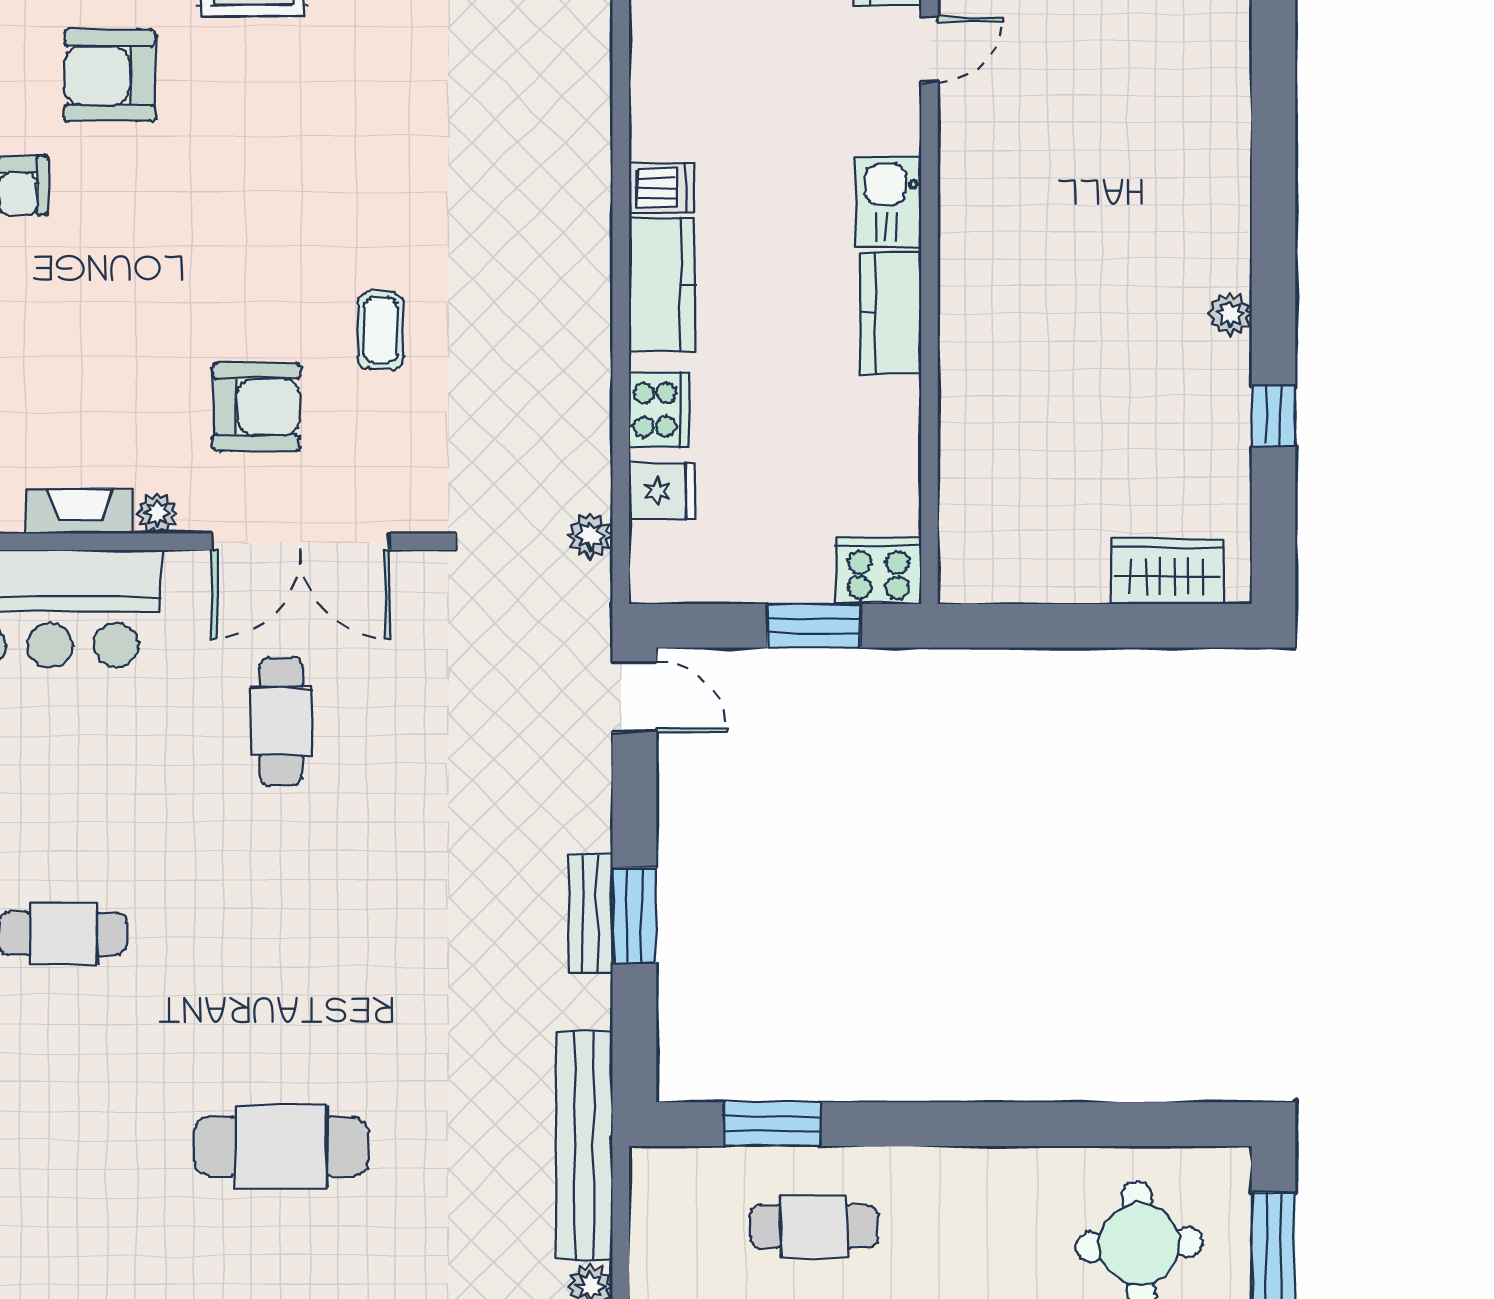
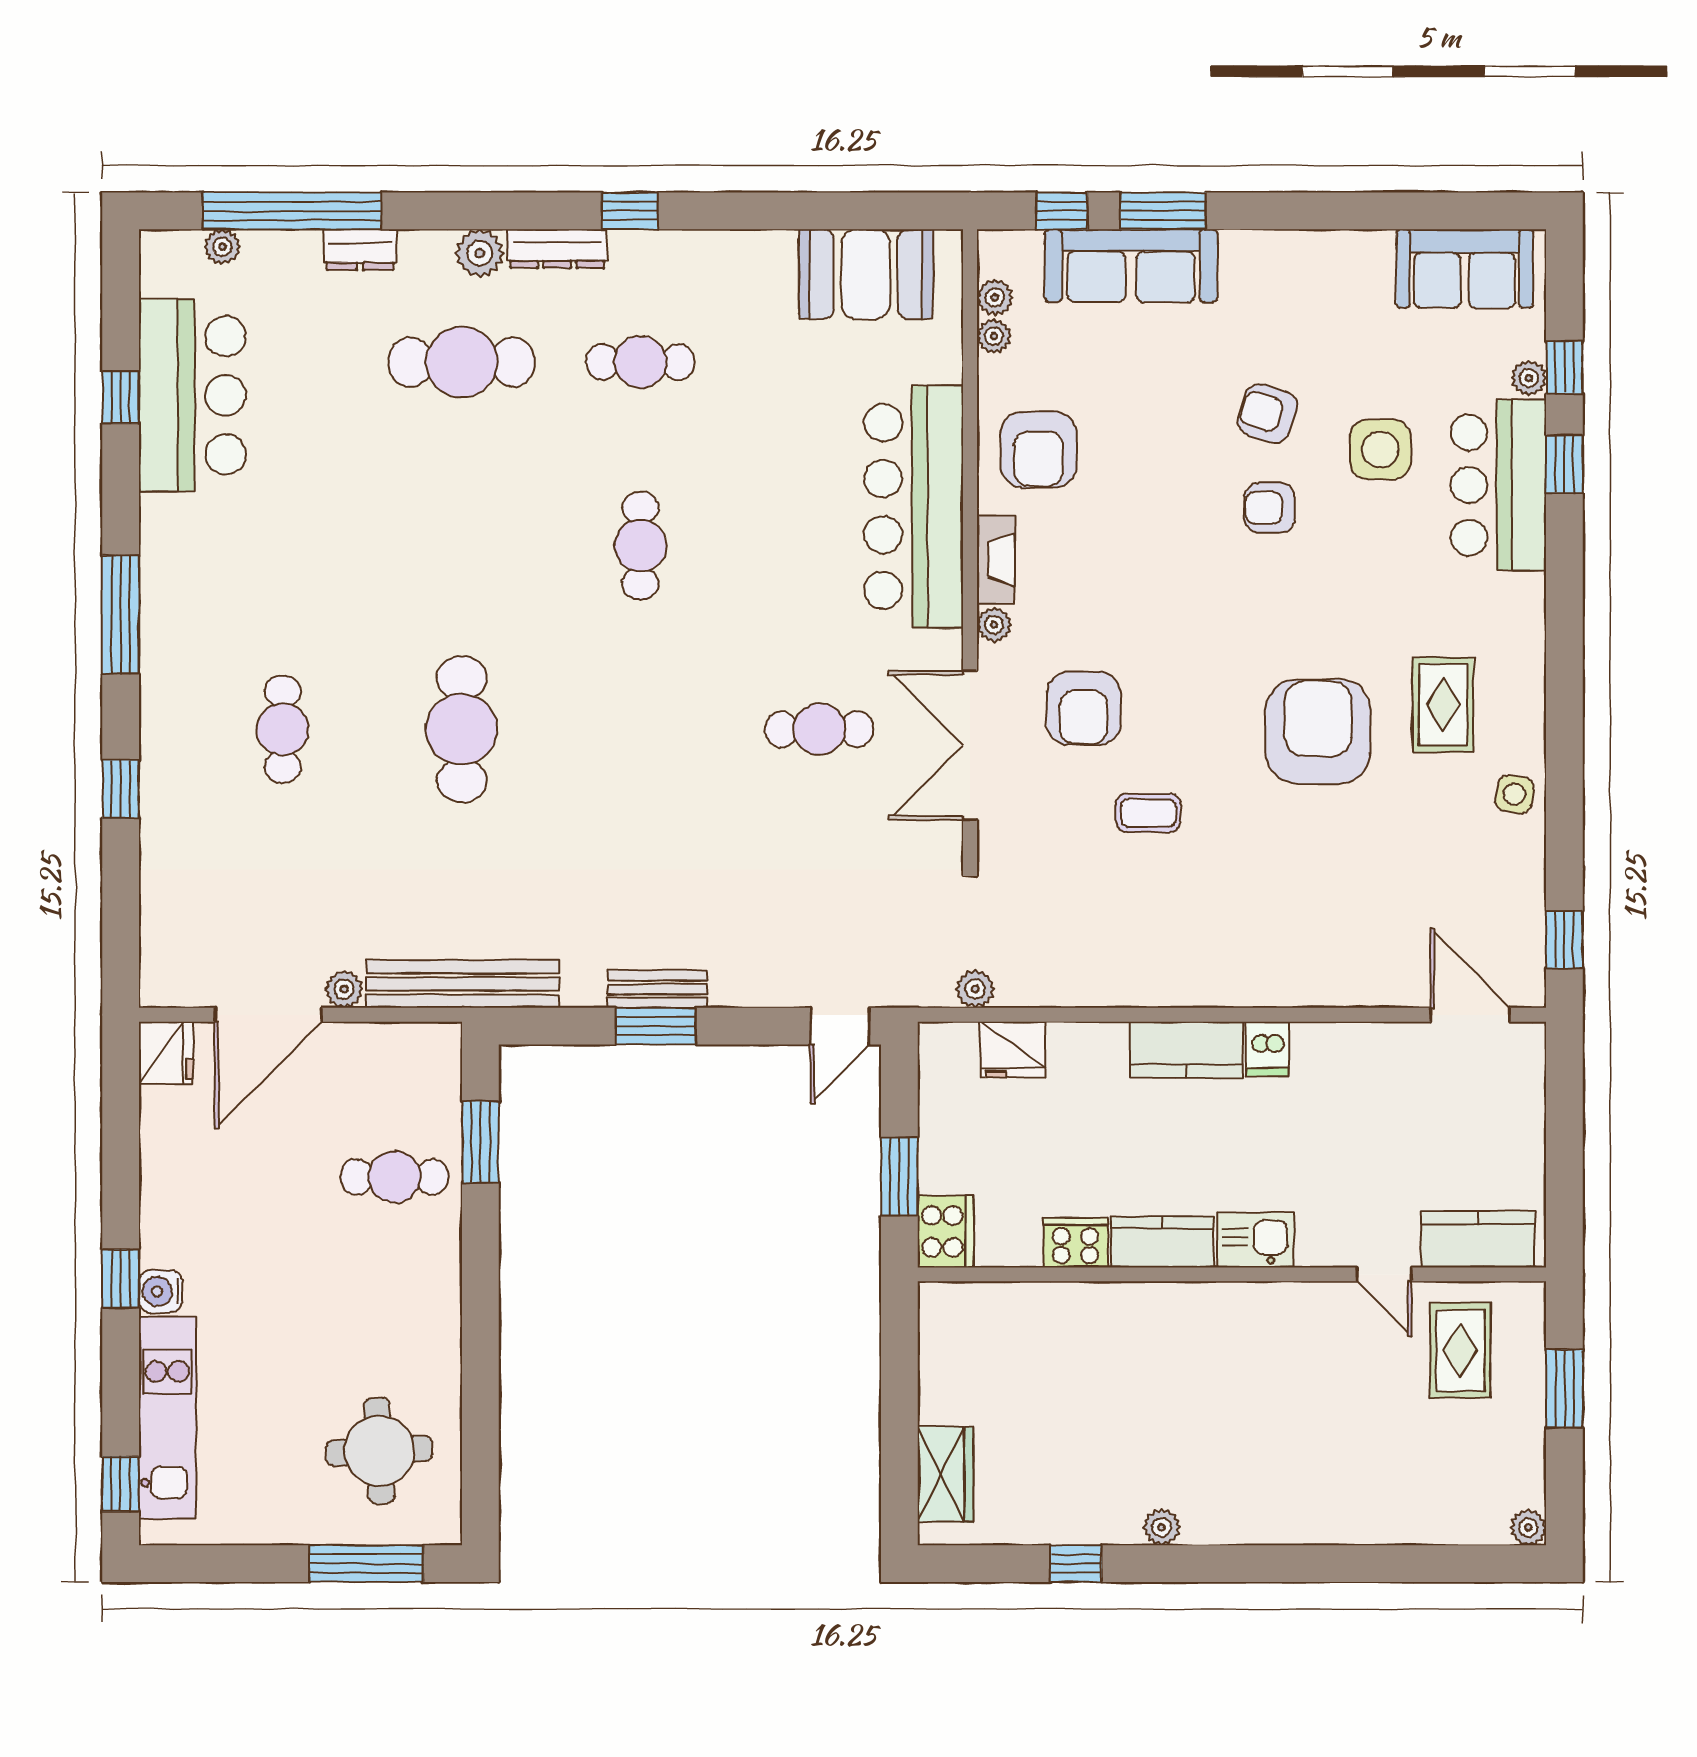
armchair: (110, 75) -> (1318, 731), moved, width x1.36, depth x1.36
cooker: (658, 410) -> (1075, 1243), moved, turned 180
fridge: (662, 491) -> (1013, 1050), width x1.38
cafe table: (814, 1226) -> (394, 1177), turned 90

